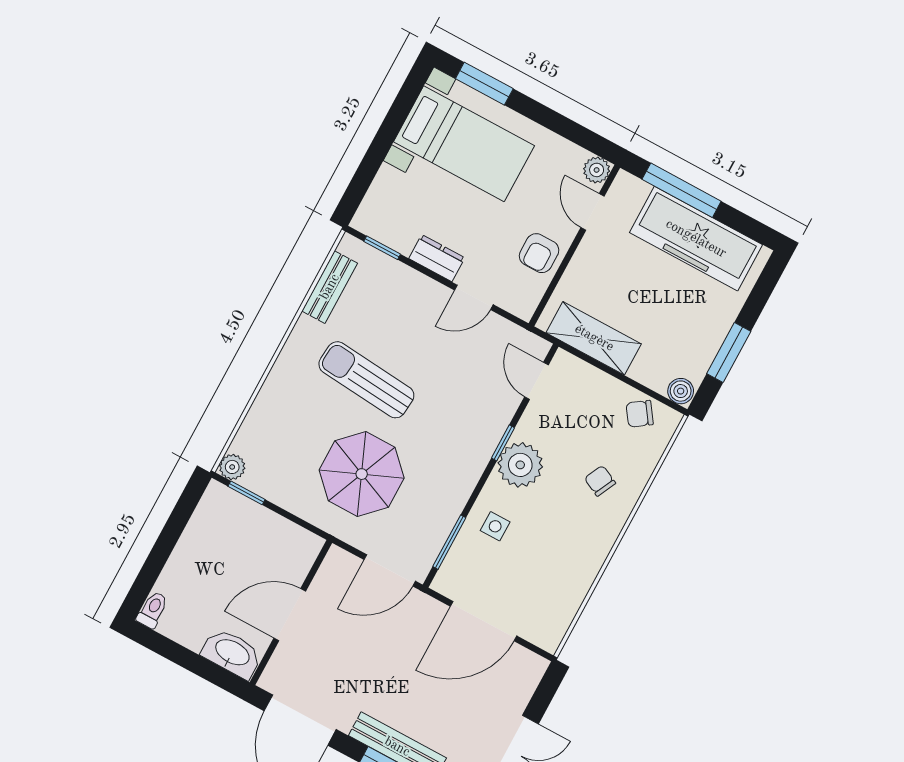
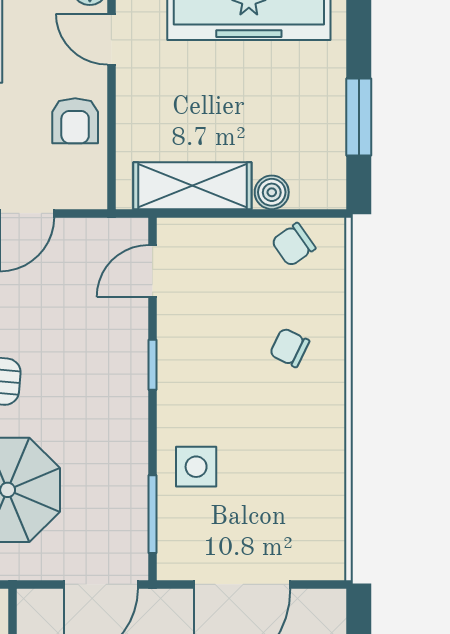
door: (537, 381) -> (153, 271), hinge flipped
boiler: (681, 391) -> (272, 192), moved
plant: (520, 465) -> (187, 379), removed
side table: (495, 526) -> (196, 467), width x1.37, depth x1.37

